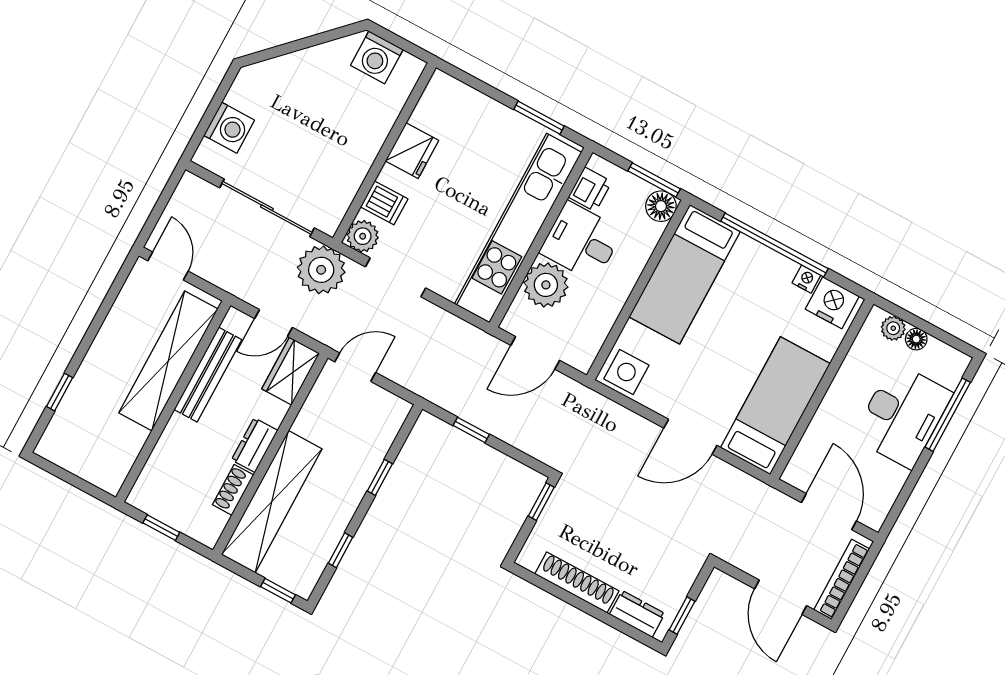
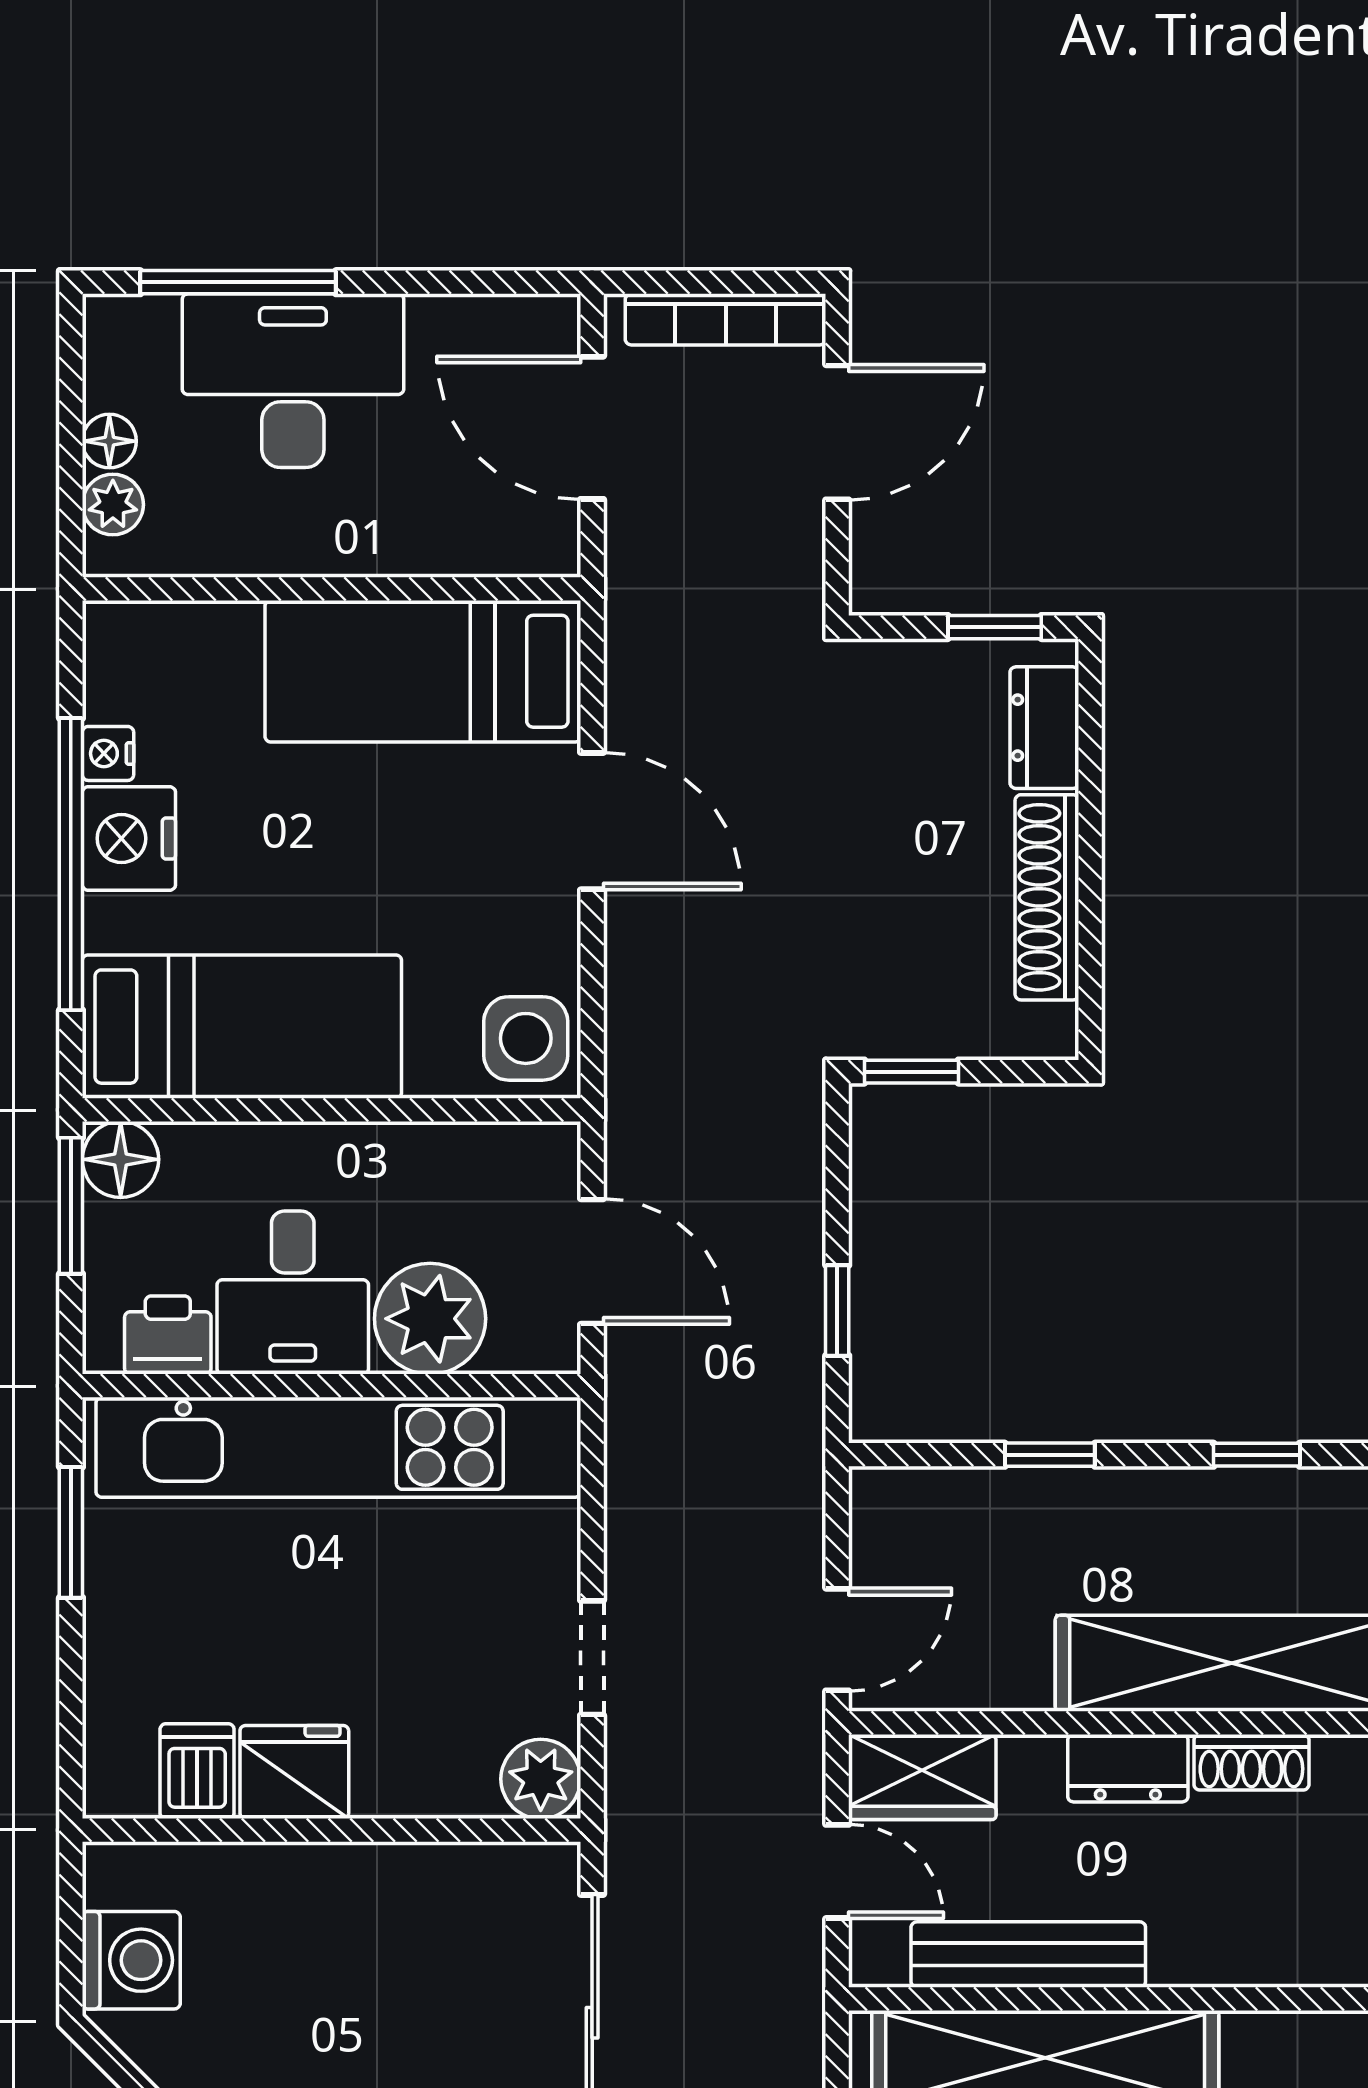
dishwasher: (384, 203) -> (197, 1771), moved
plant: (321, 270) -> (664, 1830), removed
doorway: (396, 277) -> (592, 1658), width x0.73
nightstand: (832, 303) -> (129, 838), moved
door: (355, 367) -> (837, 1640), swing flipped
door: (829, 512) -> (592, 428), hinge flipped

